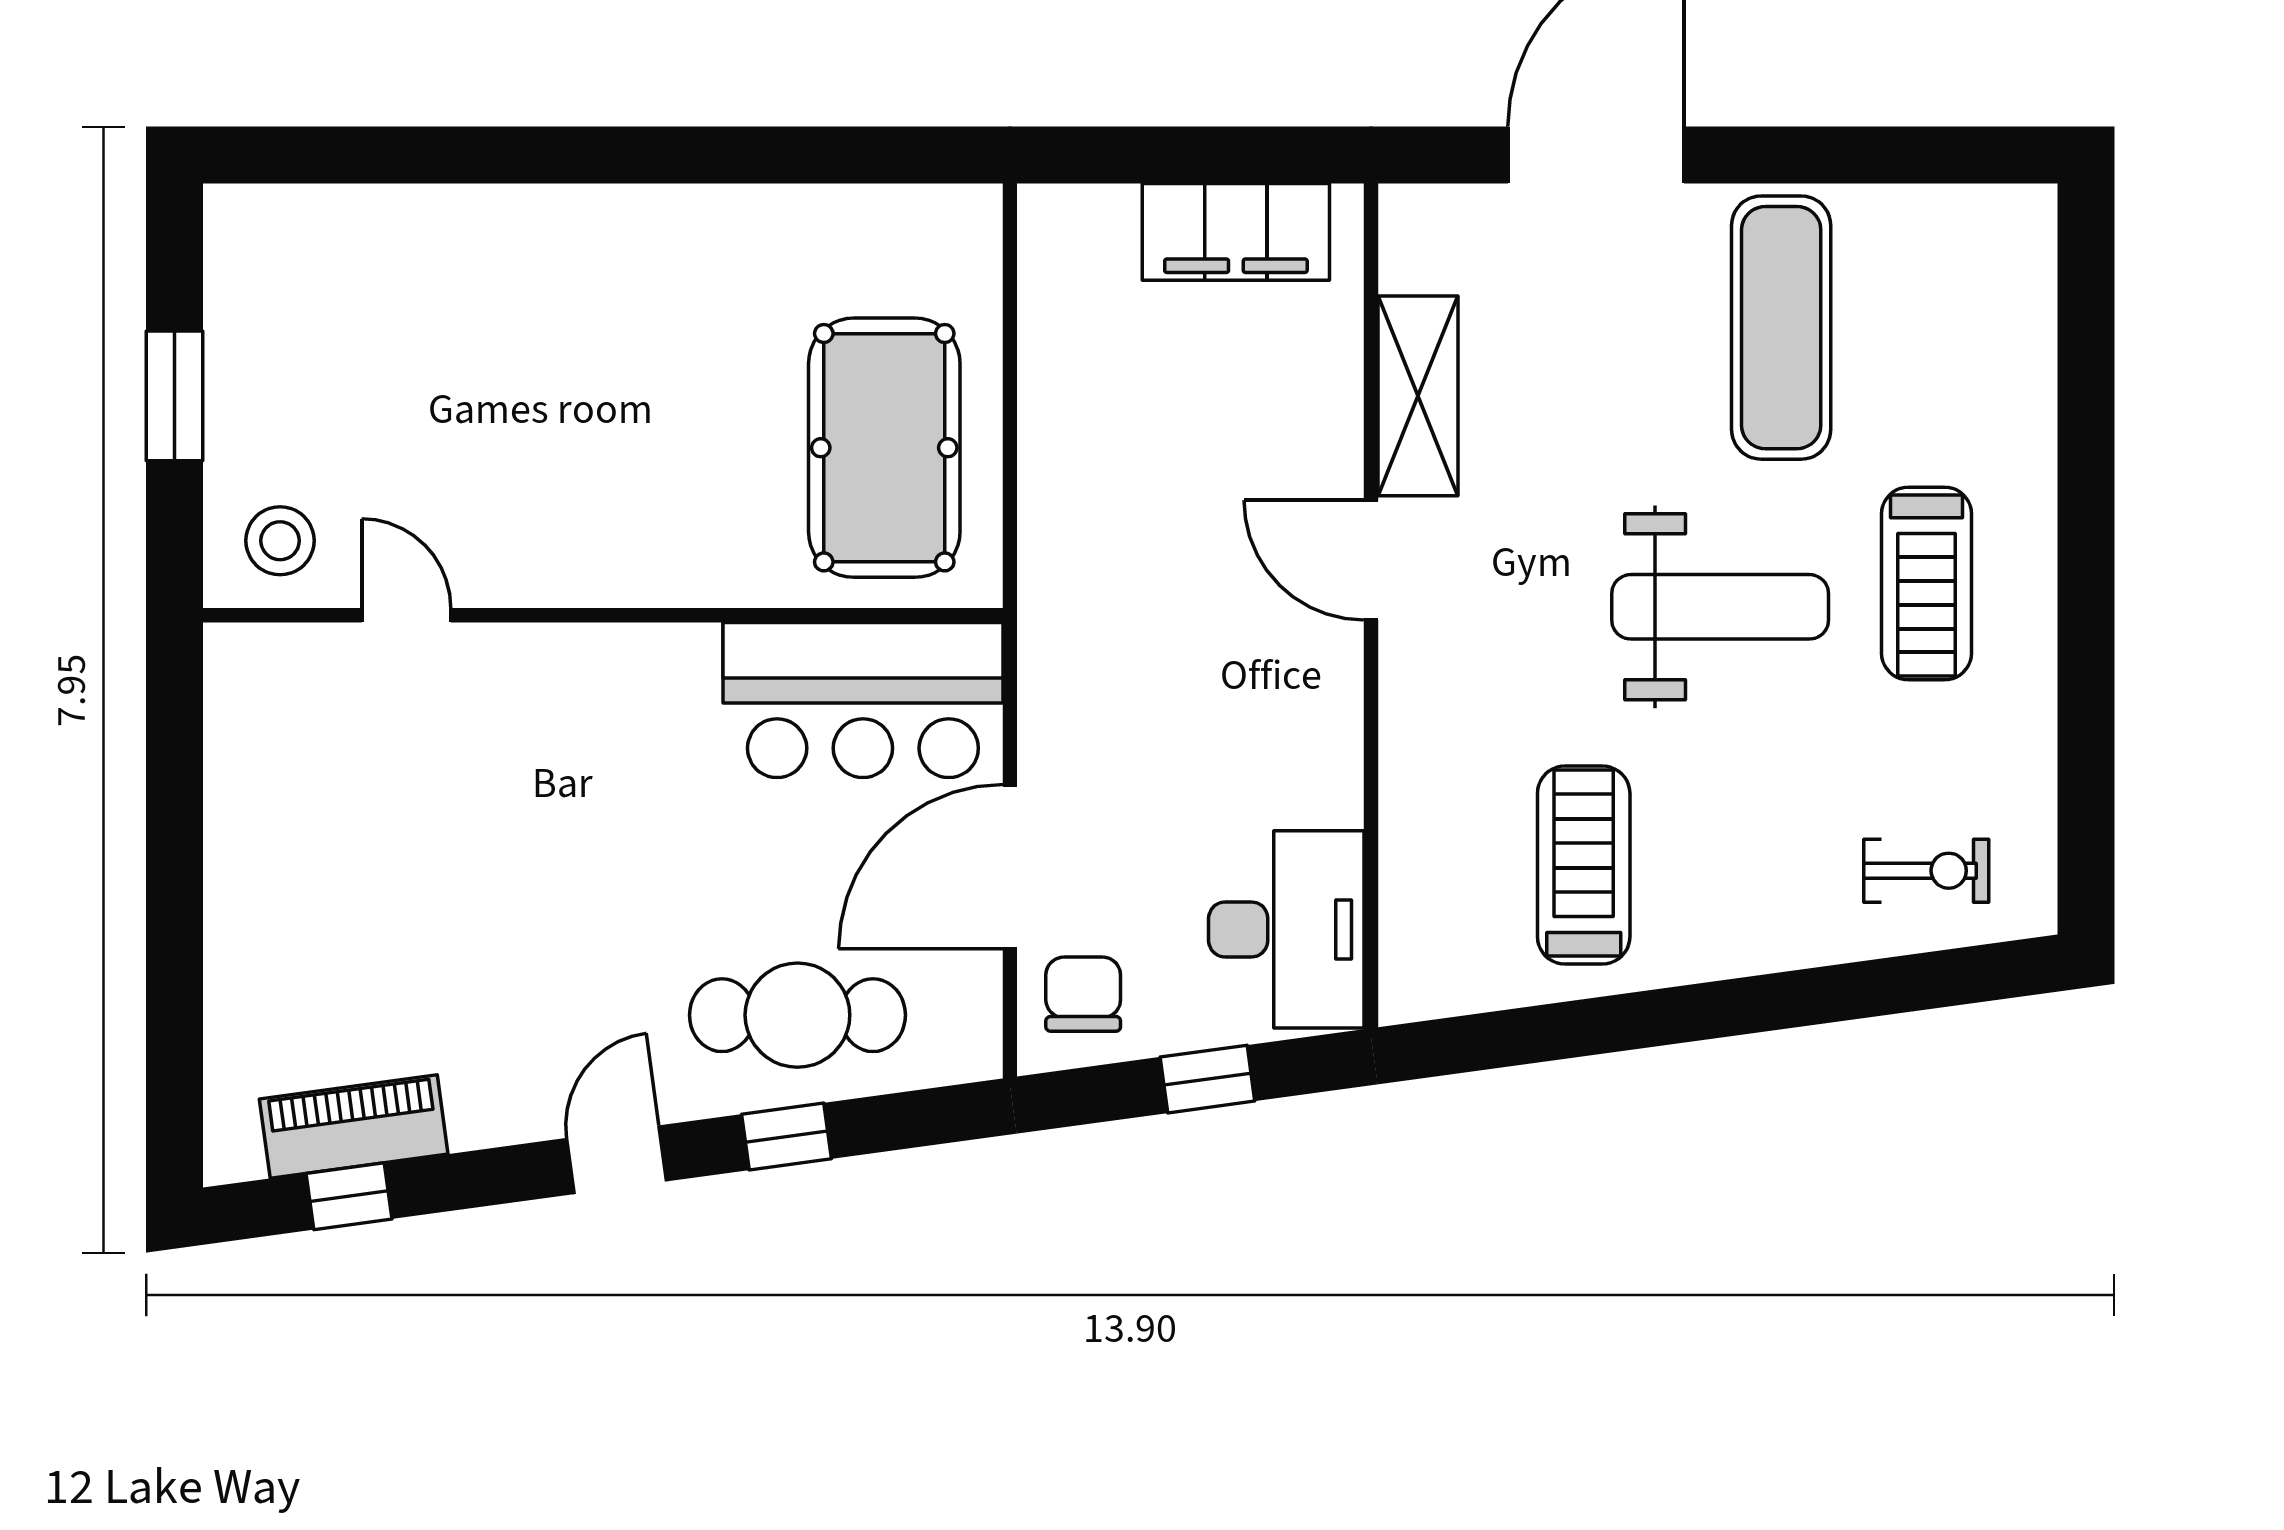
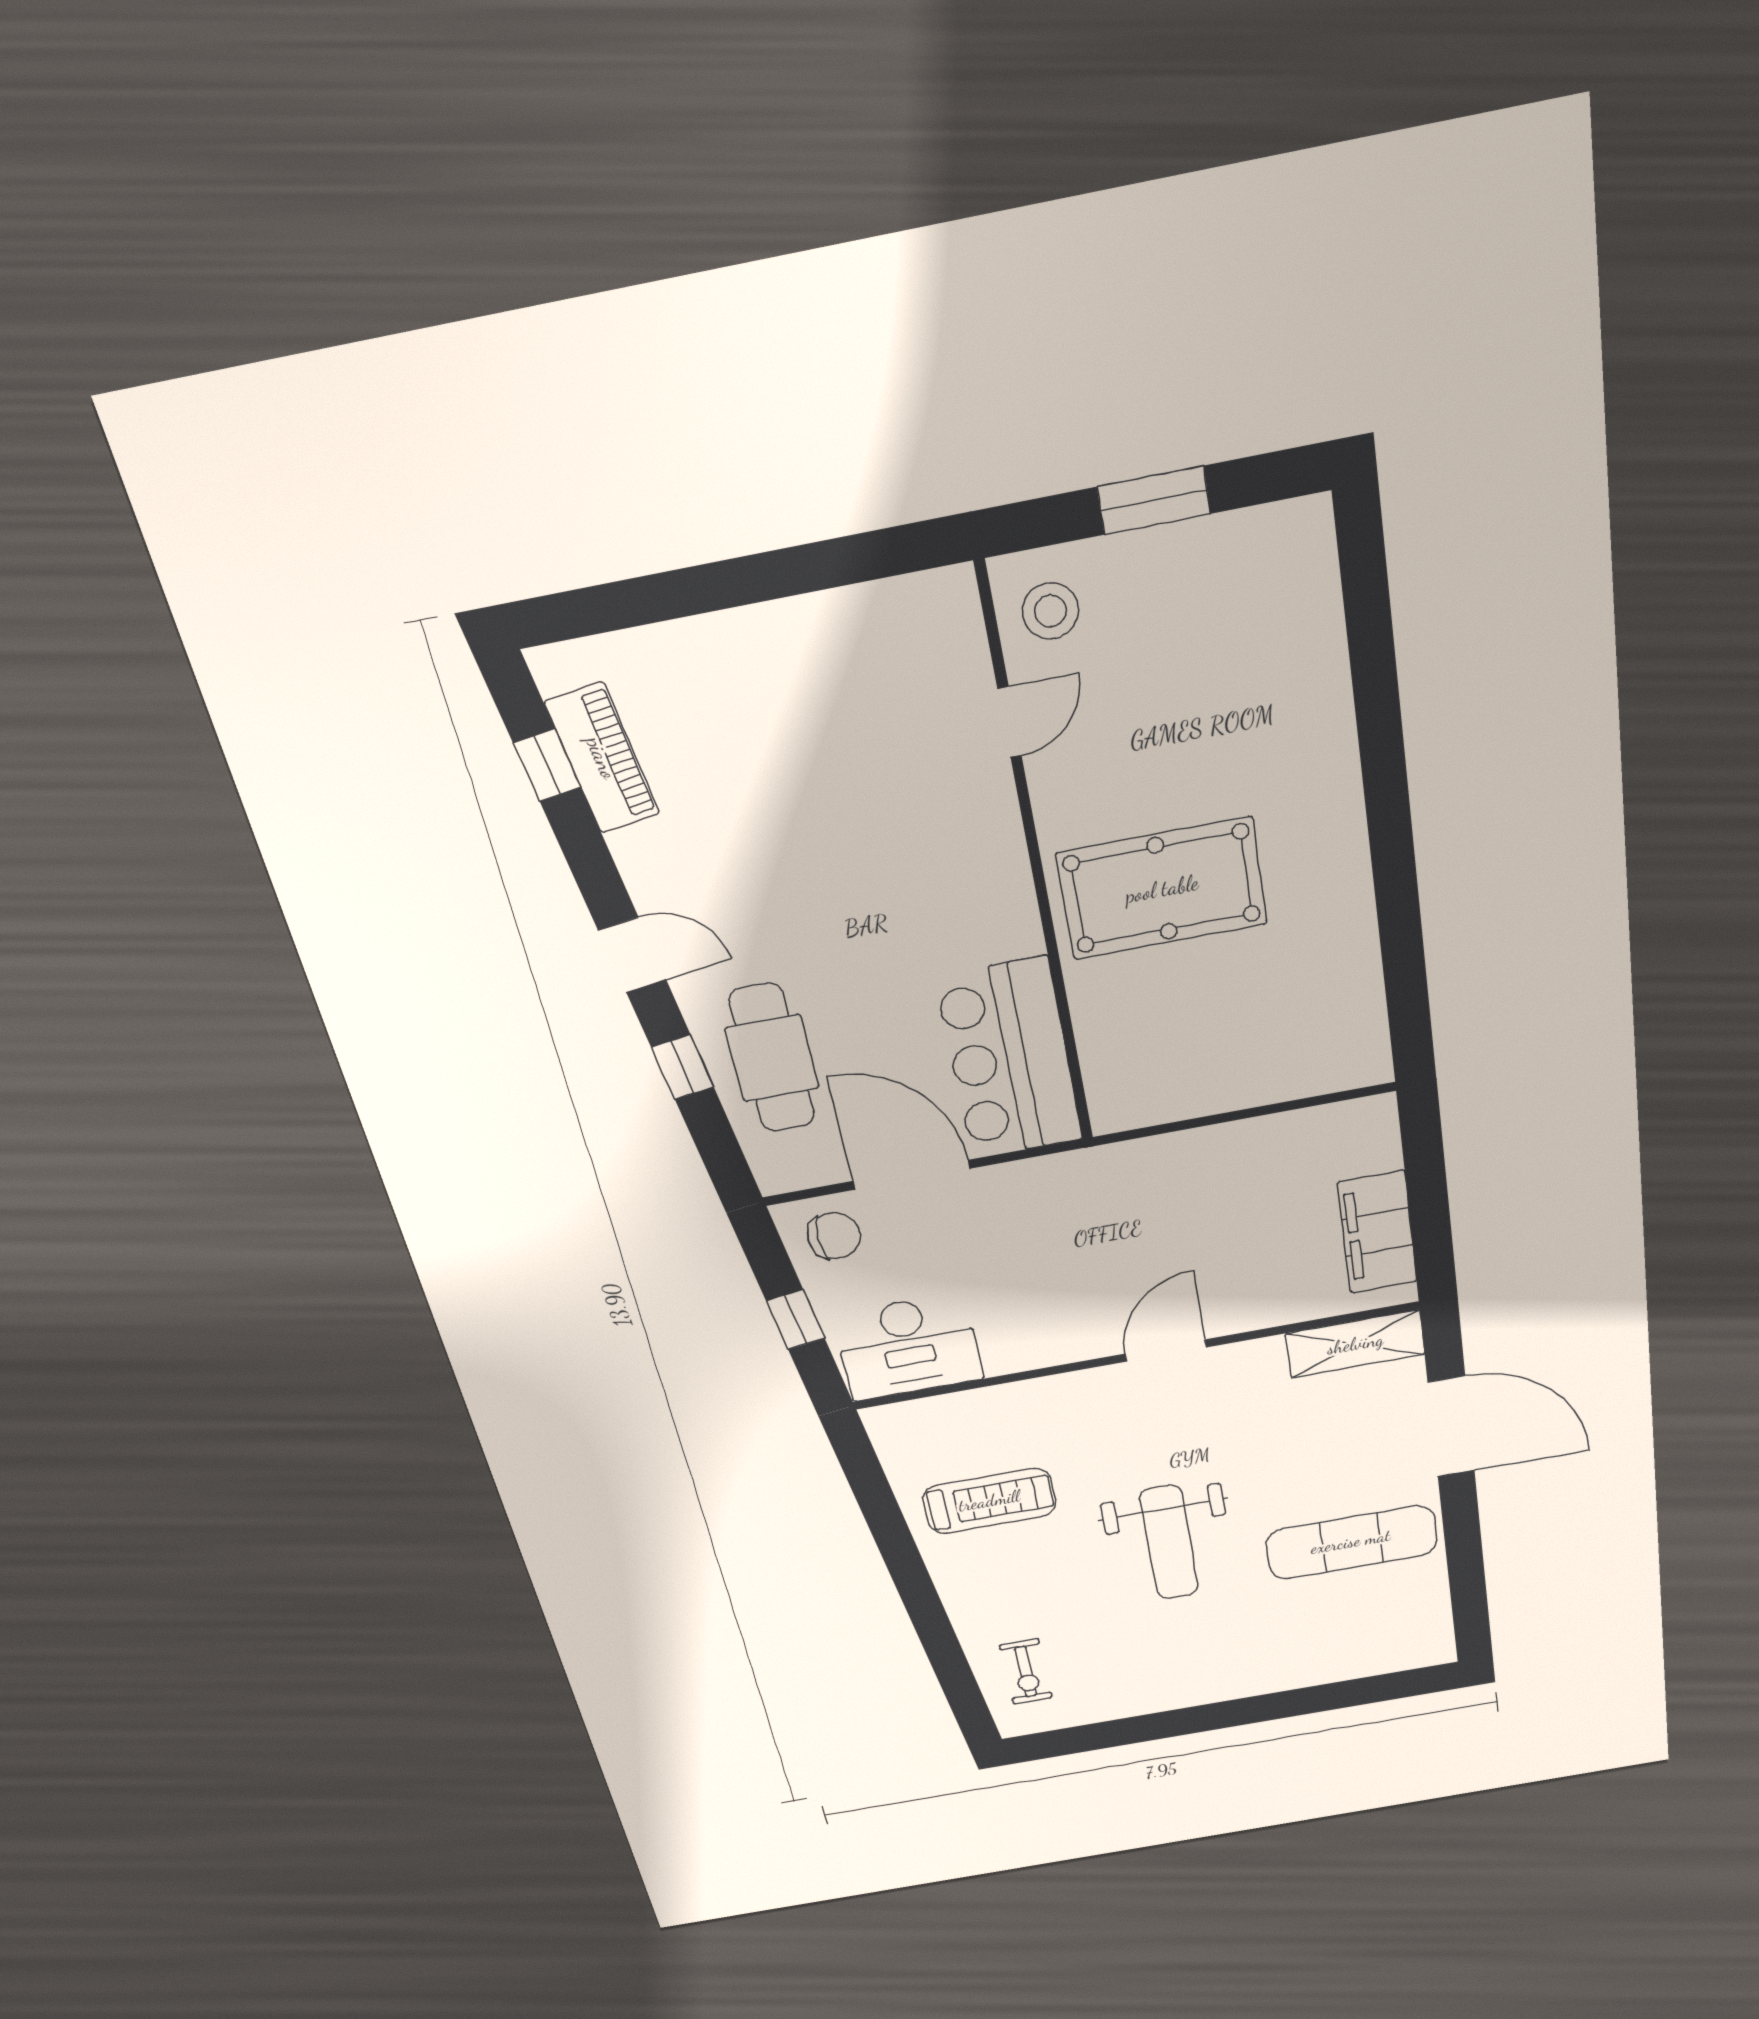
shelving: (1418, 396) -> (1355, 1344), moved
pool table: (884, 448) -> (1162, 889), moved
treadmill: (1927, 584) -> (1203, 1641), removed

